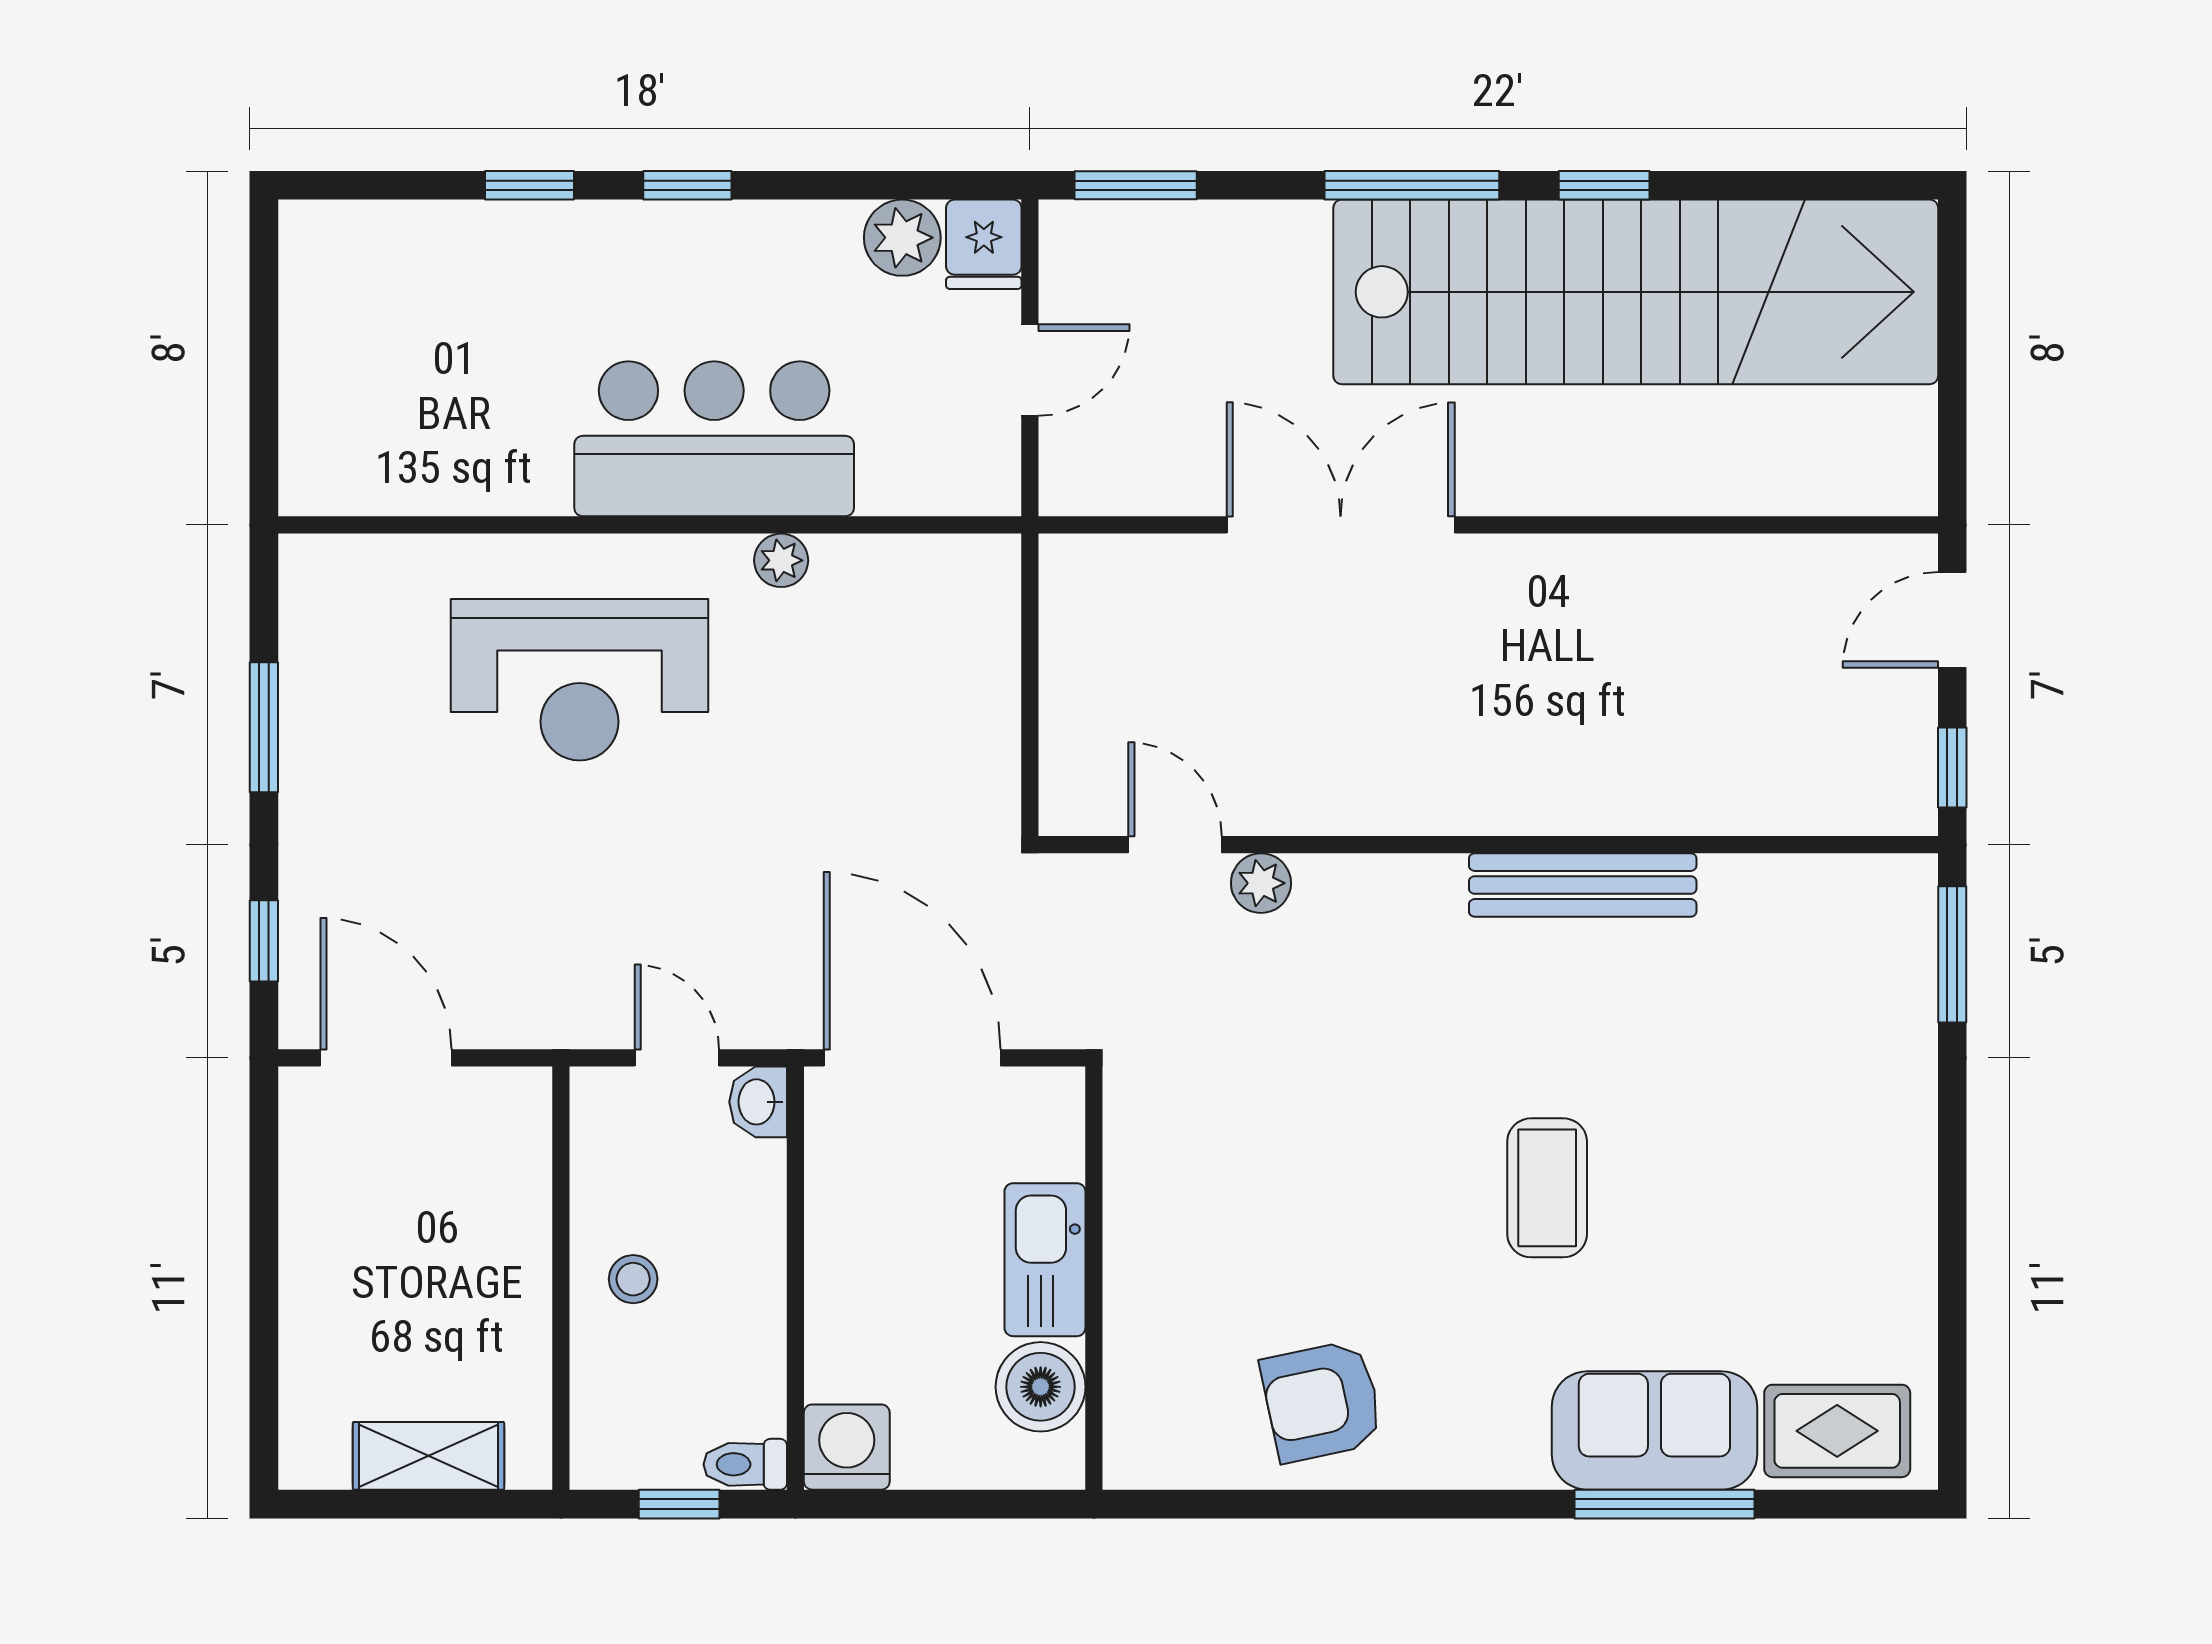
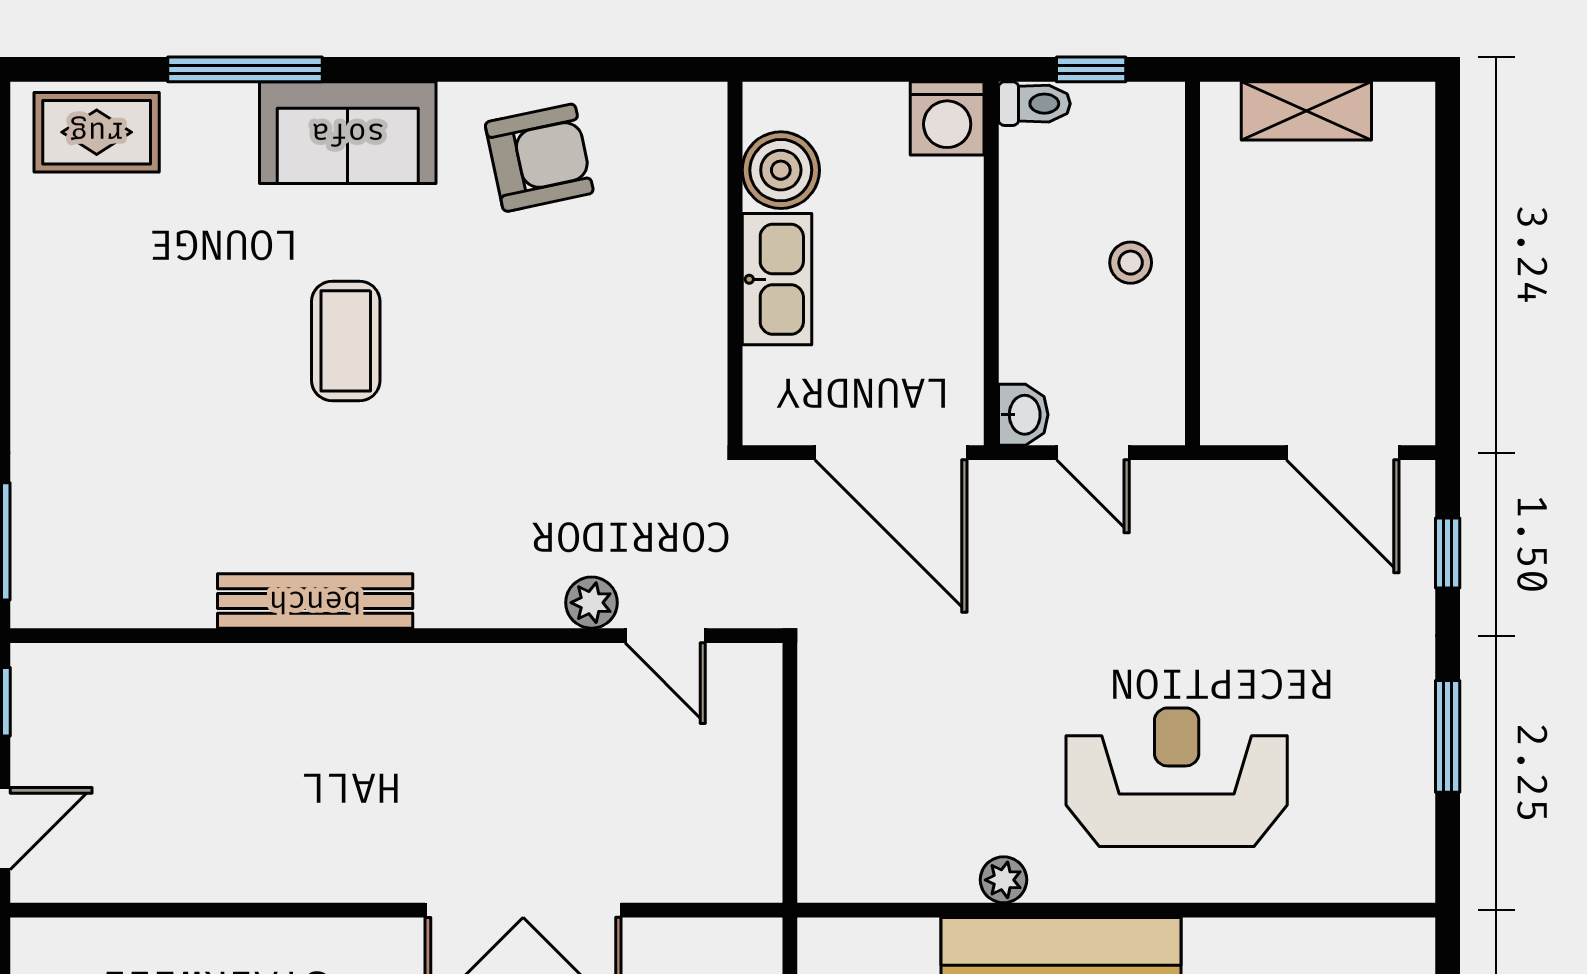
sofa: (1654, 1431) -> (348, 133), moved

